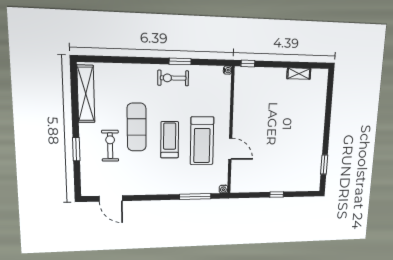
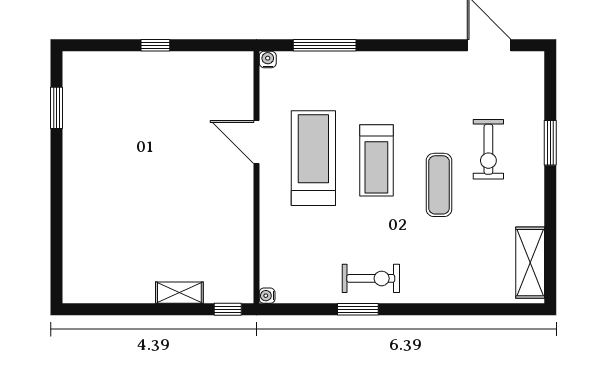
shelving: (299, 74) -> (179, 293), moved
shelving: (86, 94) -> (530, 263), width x0.68
exercise mat: (137, 127) -> (439, 185), width x0.73, depth x0.69

